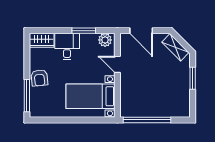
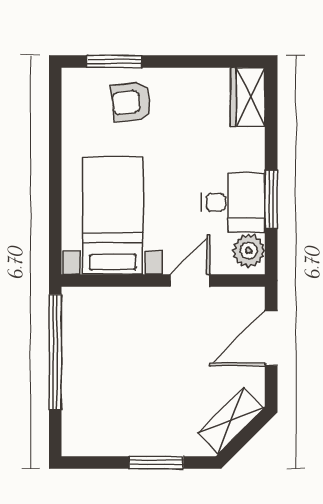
desk: (67, 46) -> (233, 202), moved
armchair: (39, 78) -> (131, 102), moved
window: (27, 96) -> (114, 62), width x0.69

